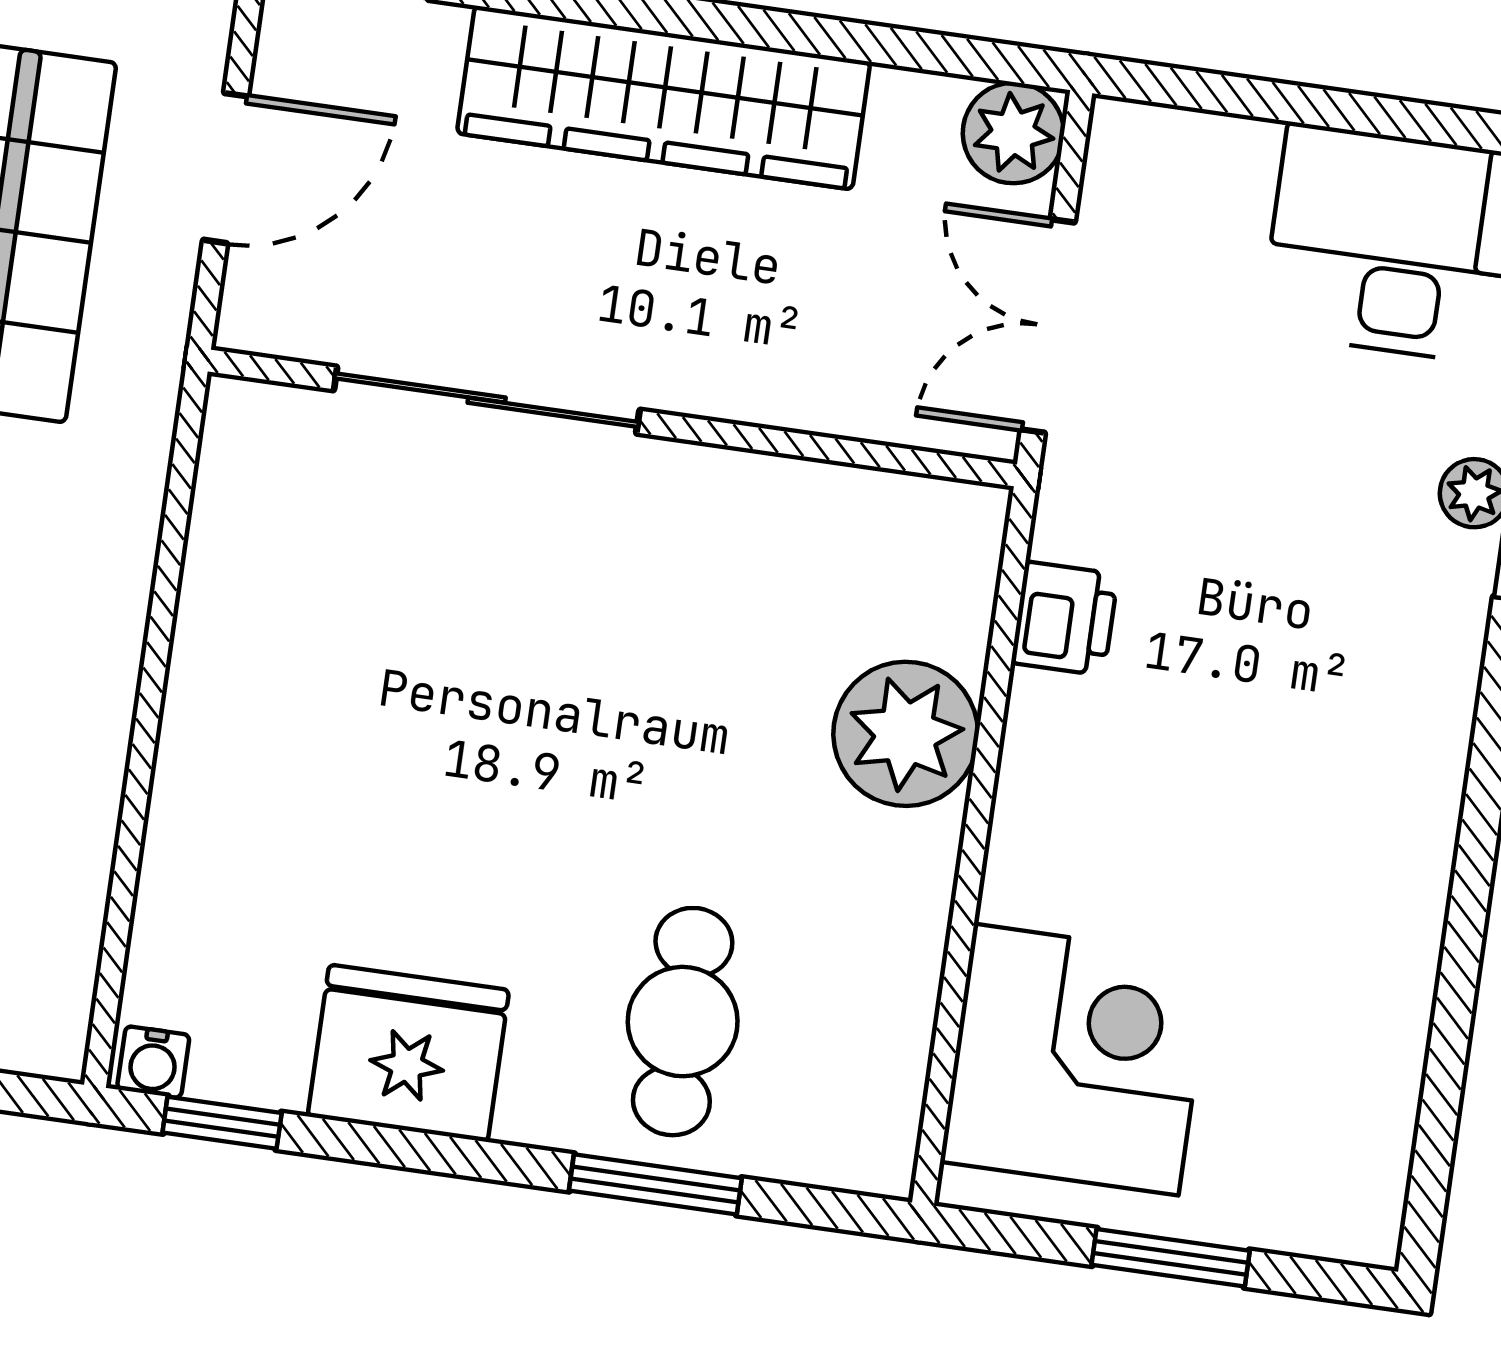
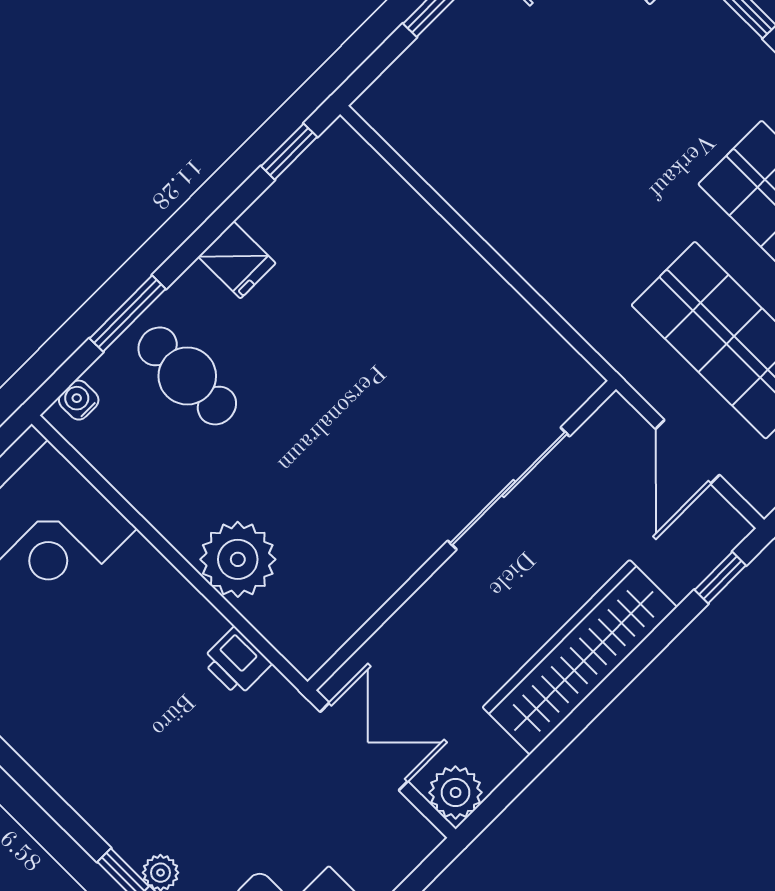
fridge: (408, 1053) -> (237, 260), width x0.53, depth x0.75
water cooler: (153, 1062) -> (79, 400), moved

